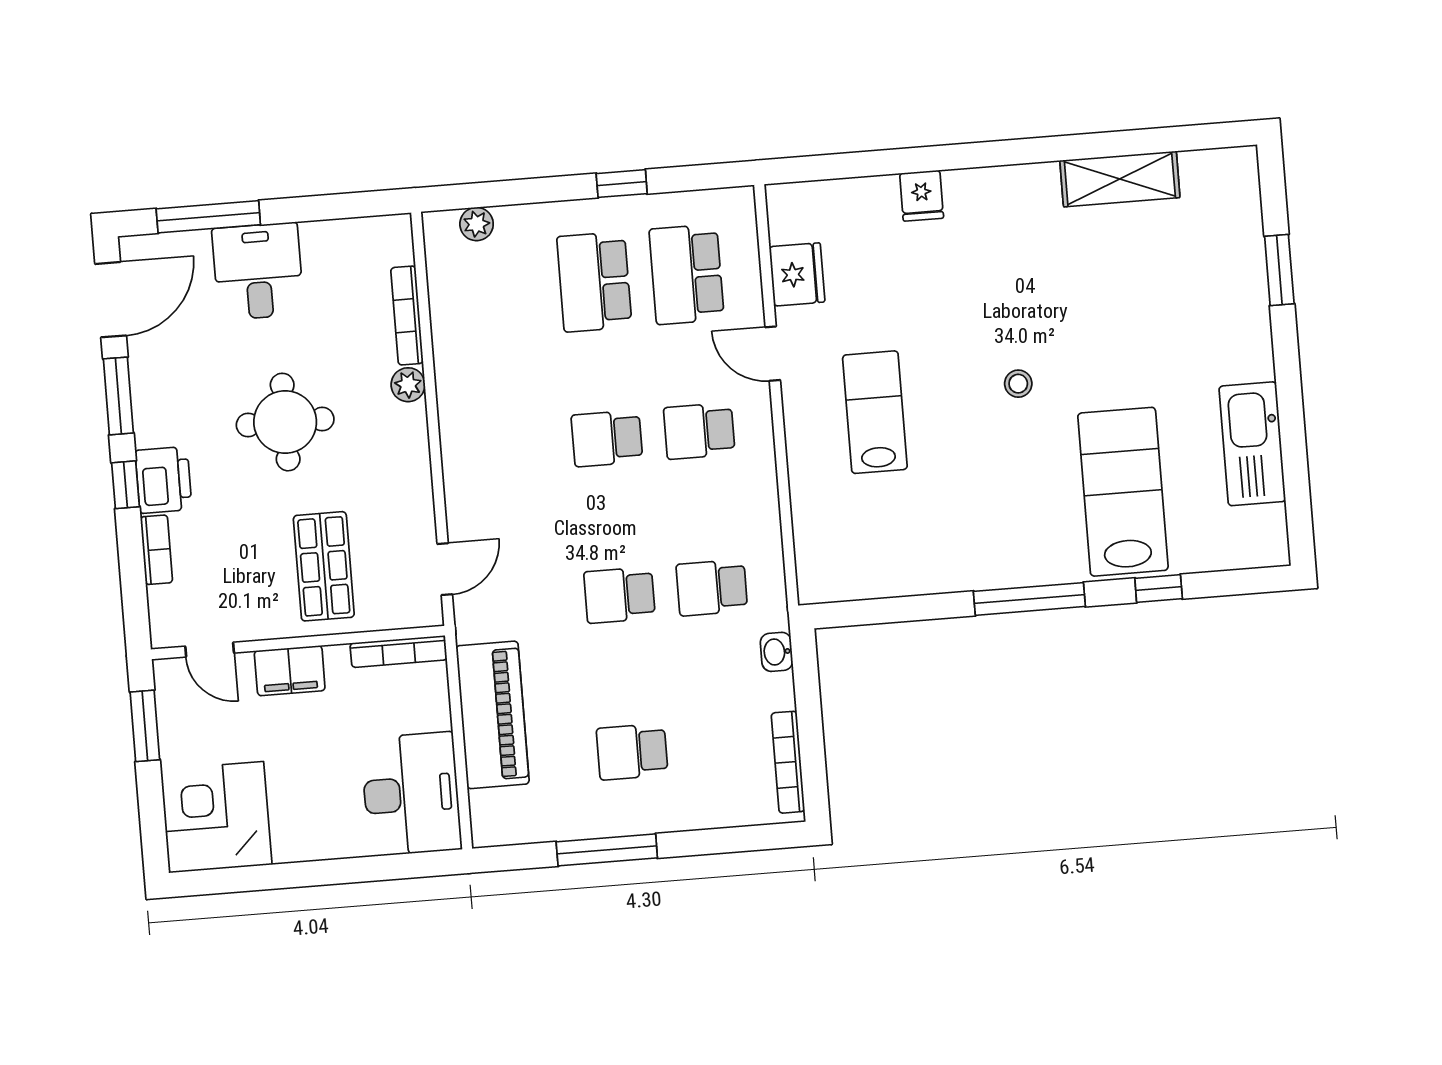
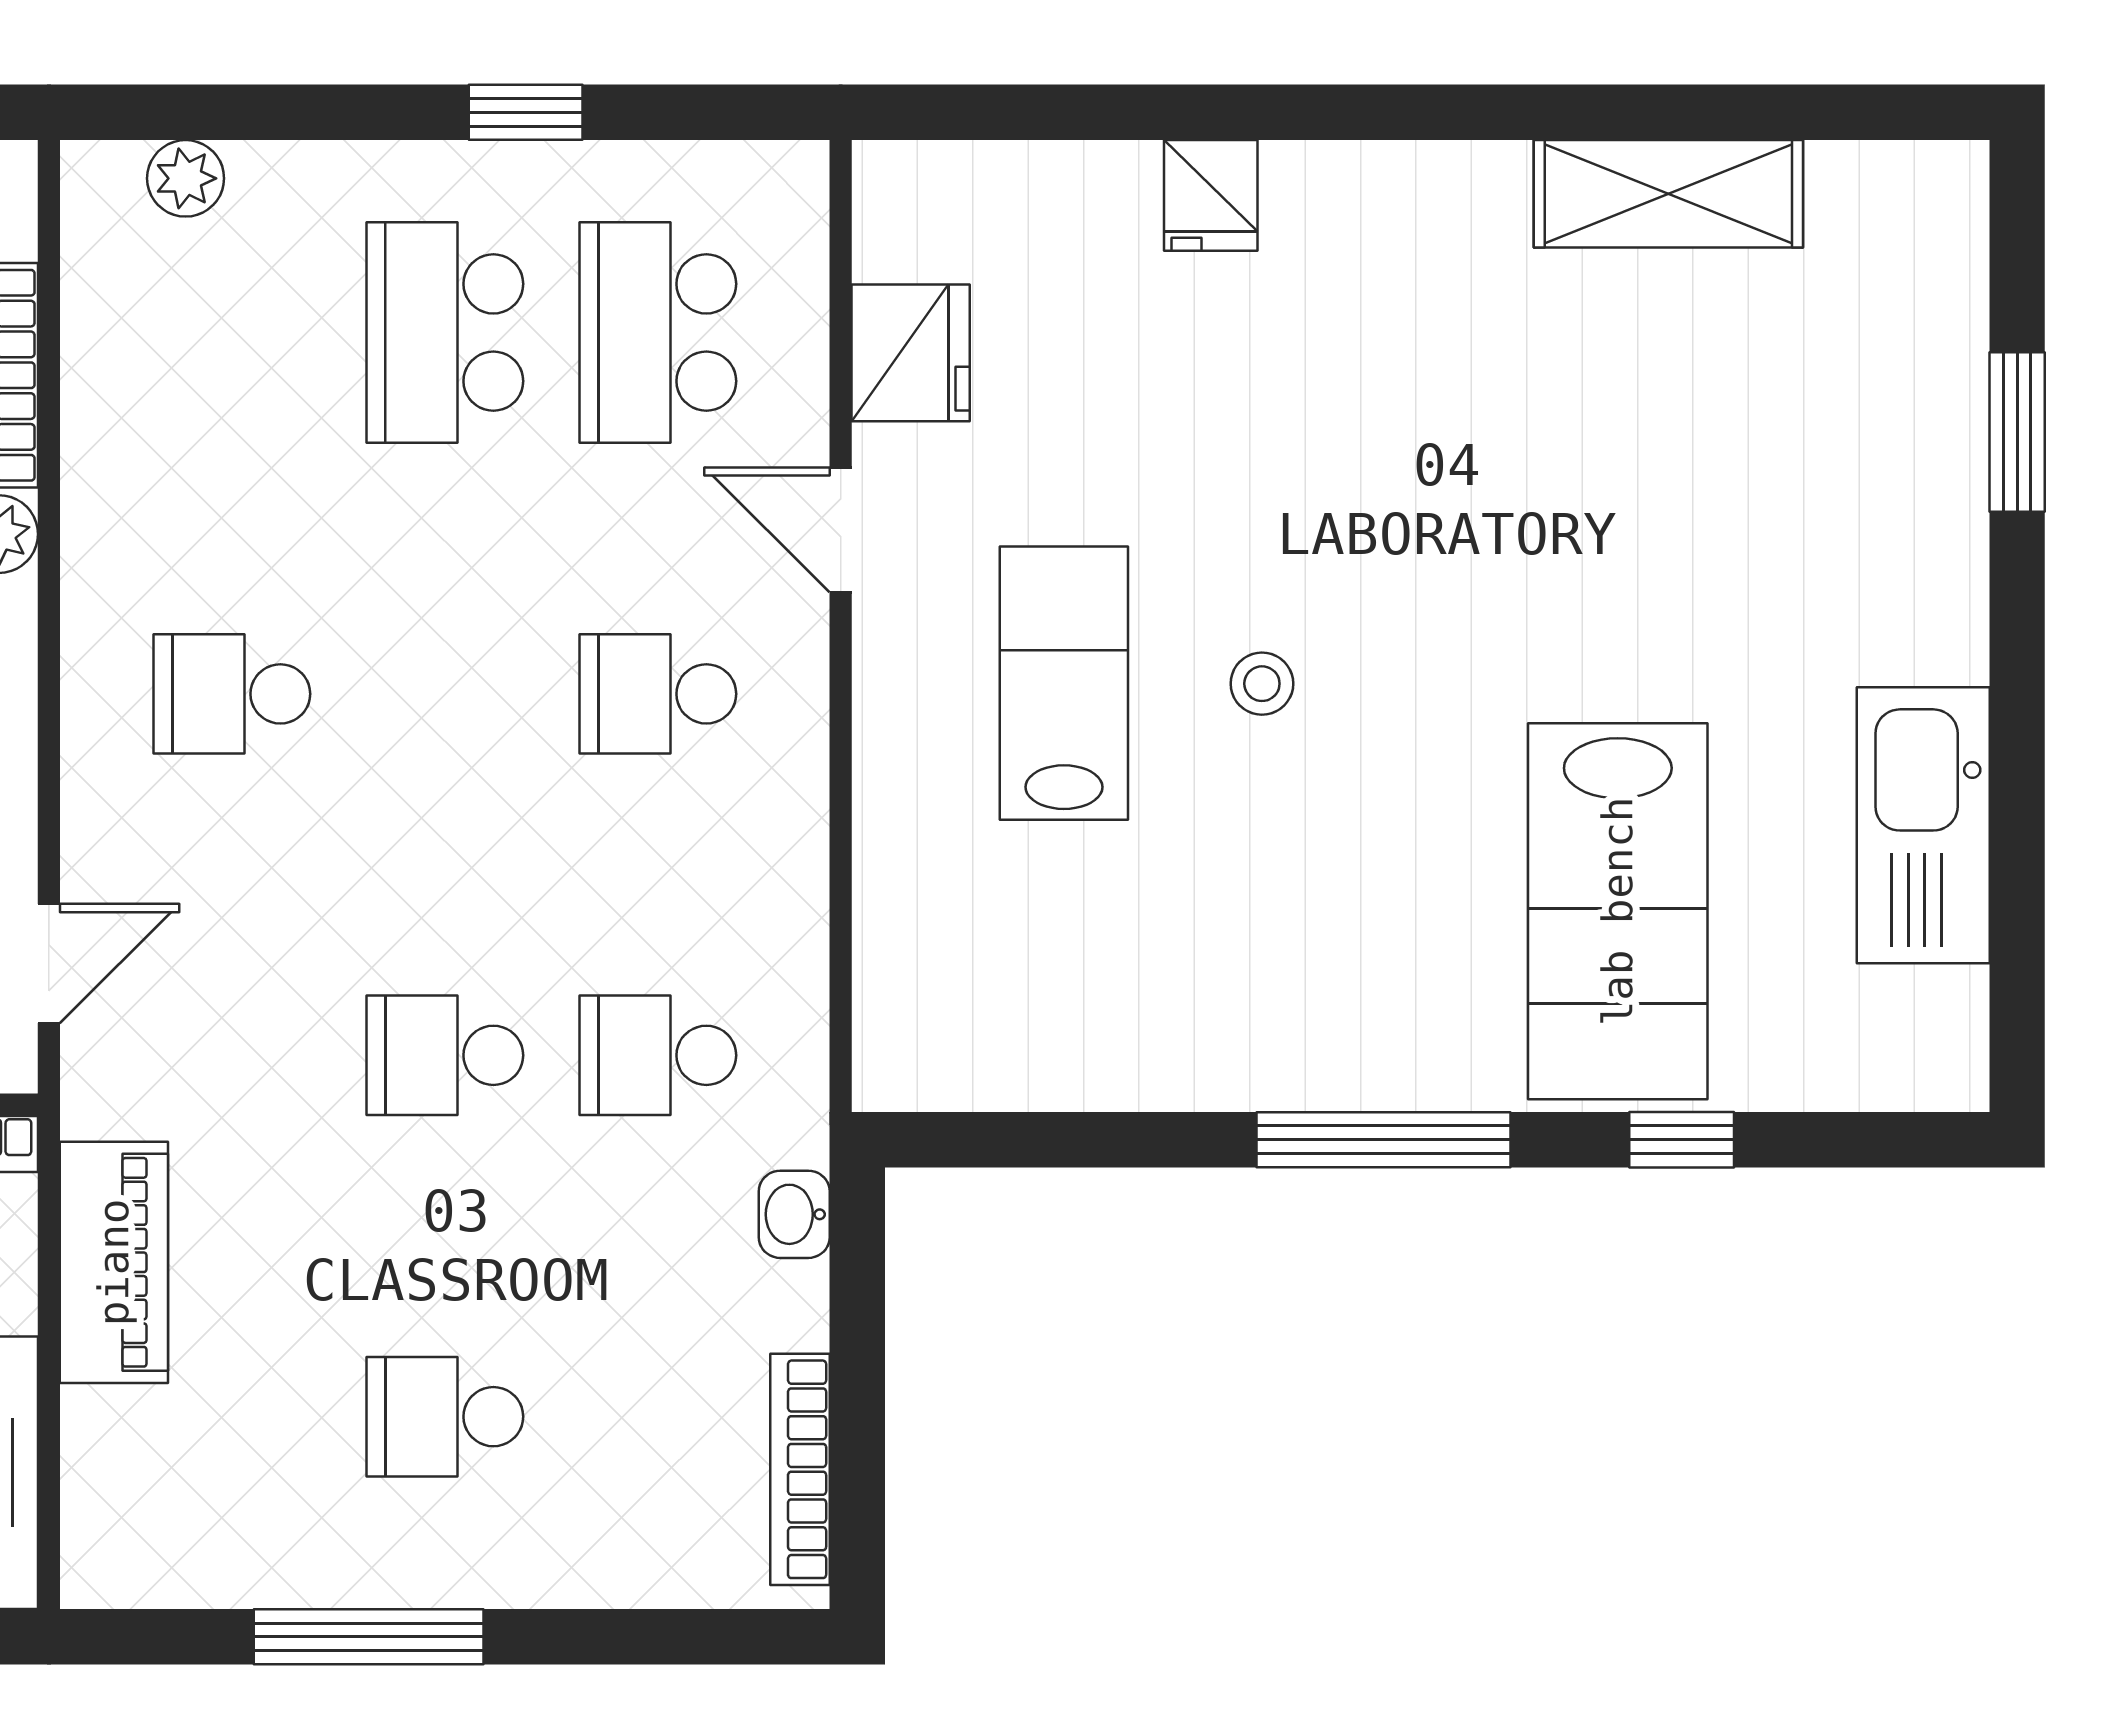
stool: (1018, 384) -> (1262, 684), moved
school desk: (607, 438) -> (232, 694), moved
lab bench: (1123, 492) -> (1618, 911), turned 180
piano: (493, 715) -> (114, 1262), width x0.73, depth x0.75

